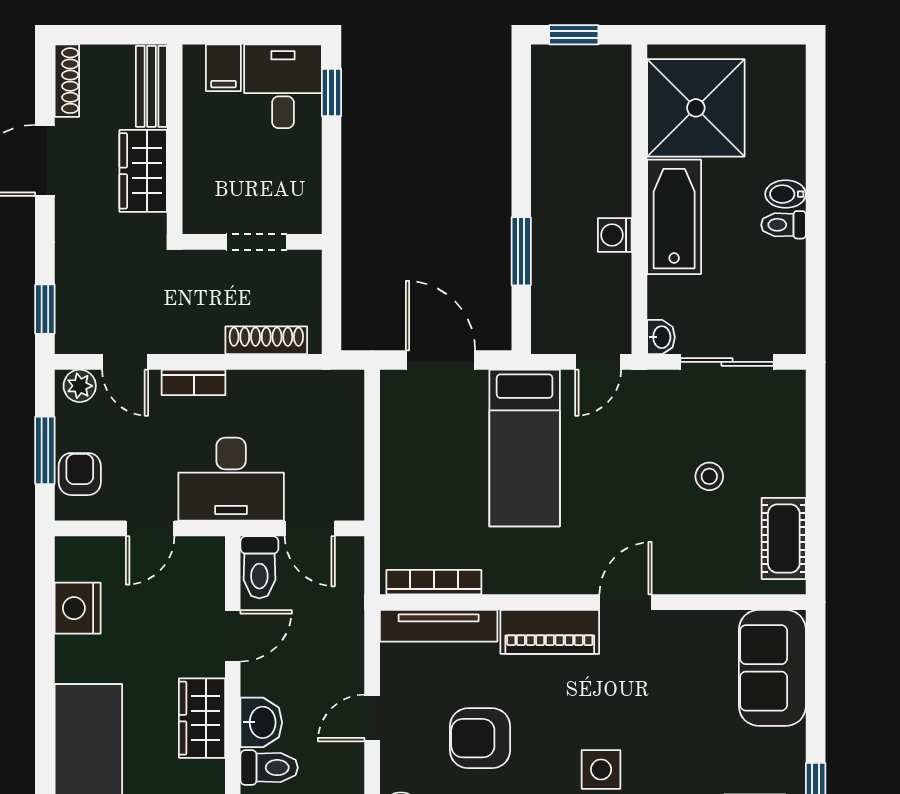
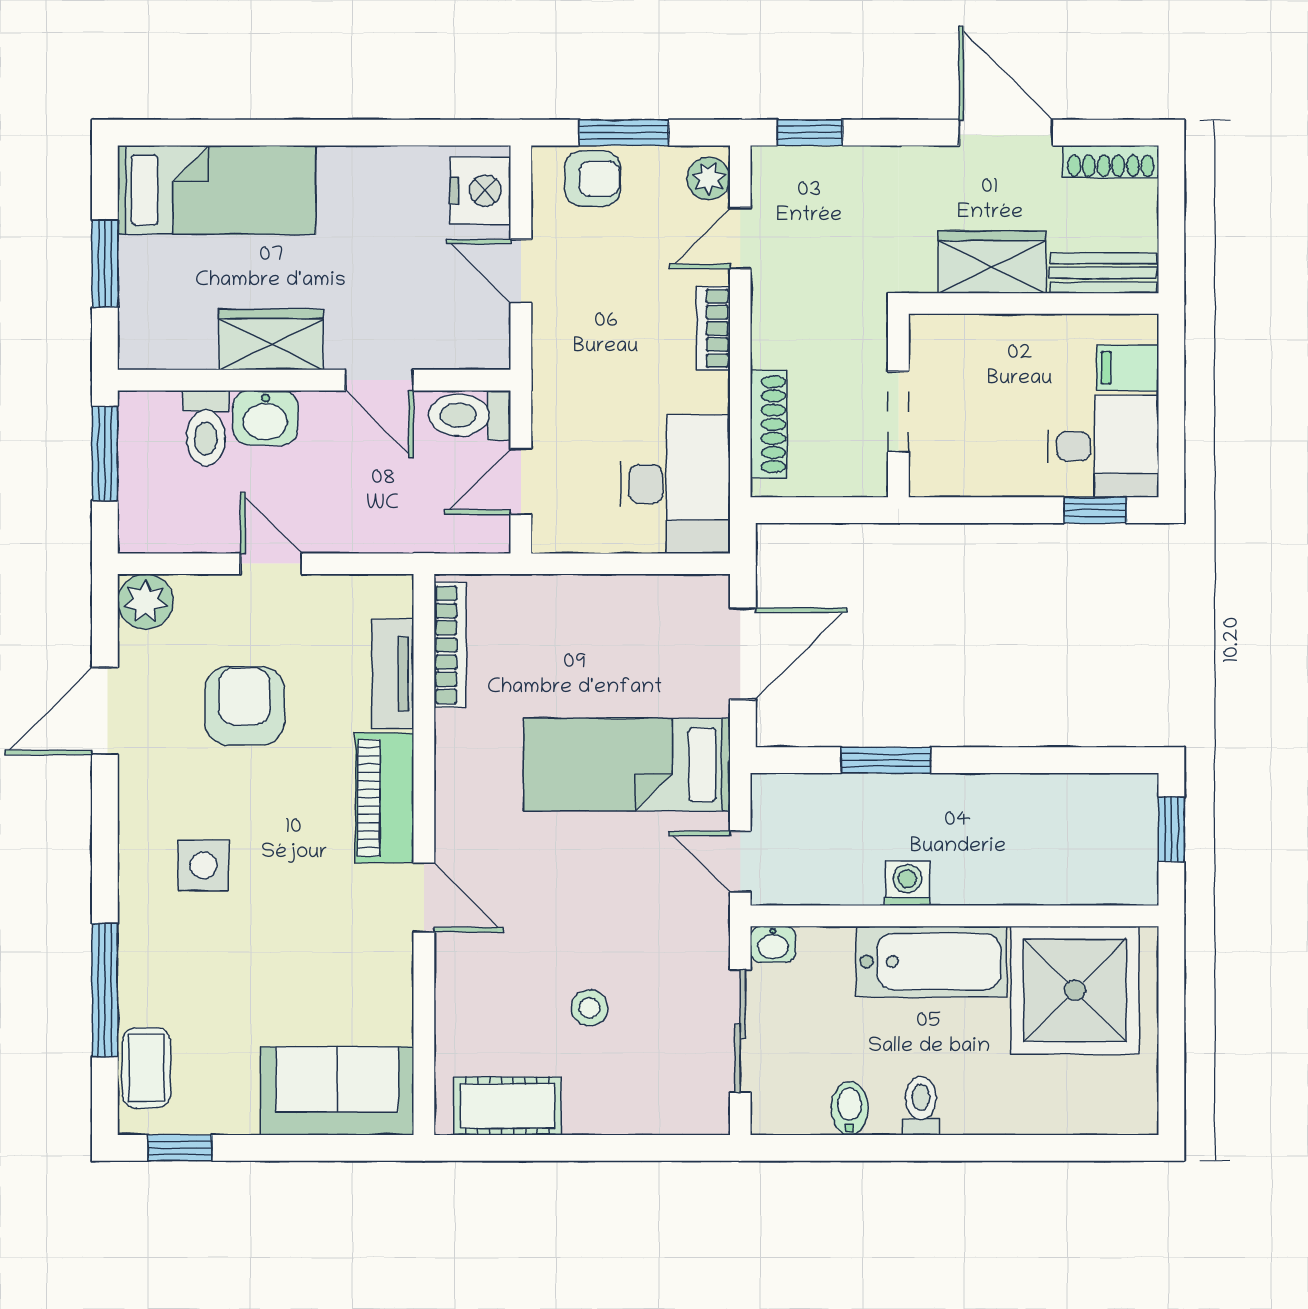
bidet: (786, 194) -> (850, 1108), moved
desk: (231, 479) -> (675, 484), moved, turned 180
nightstand: (78, 608) -> (480, 191), moved, turned 90
tv unit: (439, 626) -> (393, 674), width x0.71

